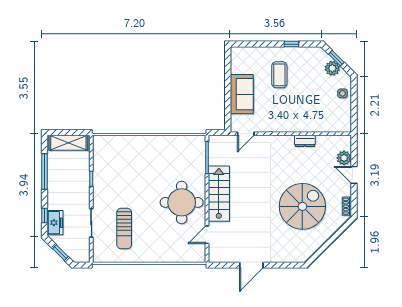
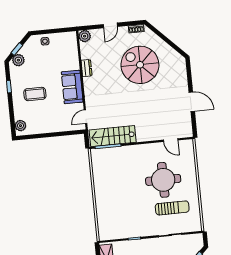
plant: (243, 53) -> (20, 126), added
plant: (332, 68) -> (18, 60), moved
sofa: (242, 94) -> (72, 87), moved, turned -90
door: (246, 134) -> (86, 117), swing flipped
plant: (344, 158) -> (85, 36), moved
stairs: (219, 194) -> (113, 136), moved
round table: (182, 202) -> (163, 180), moved

